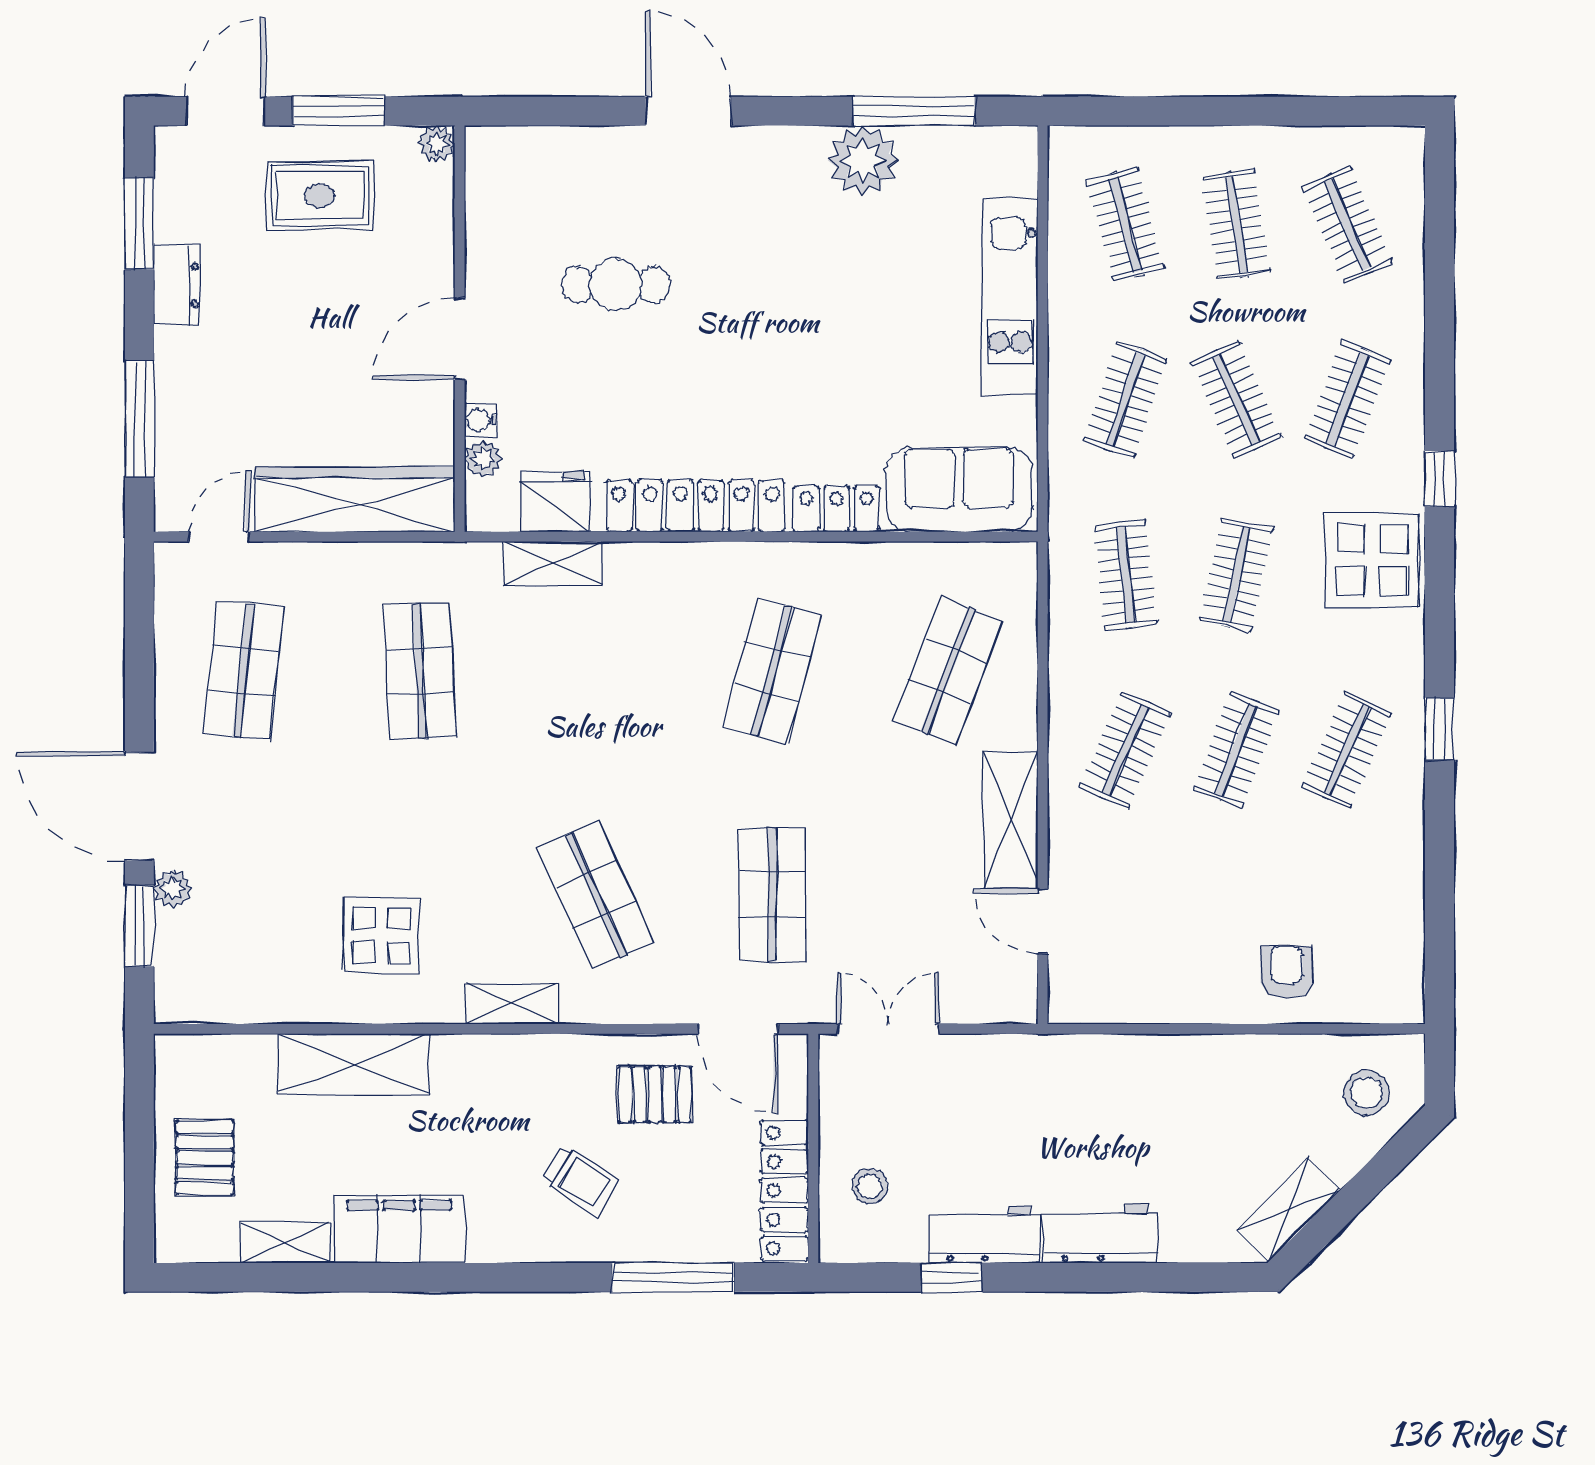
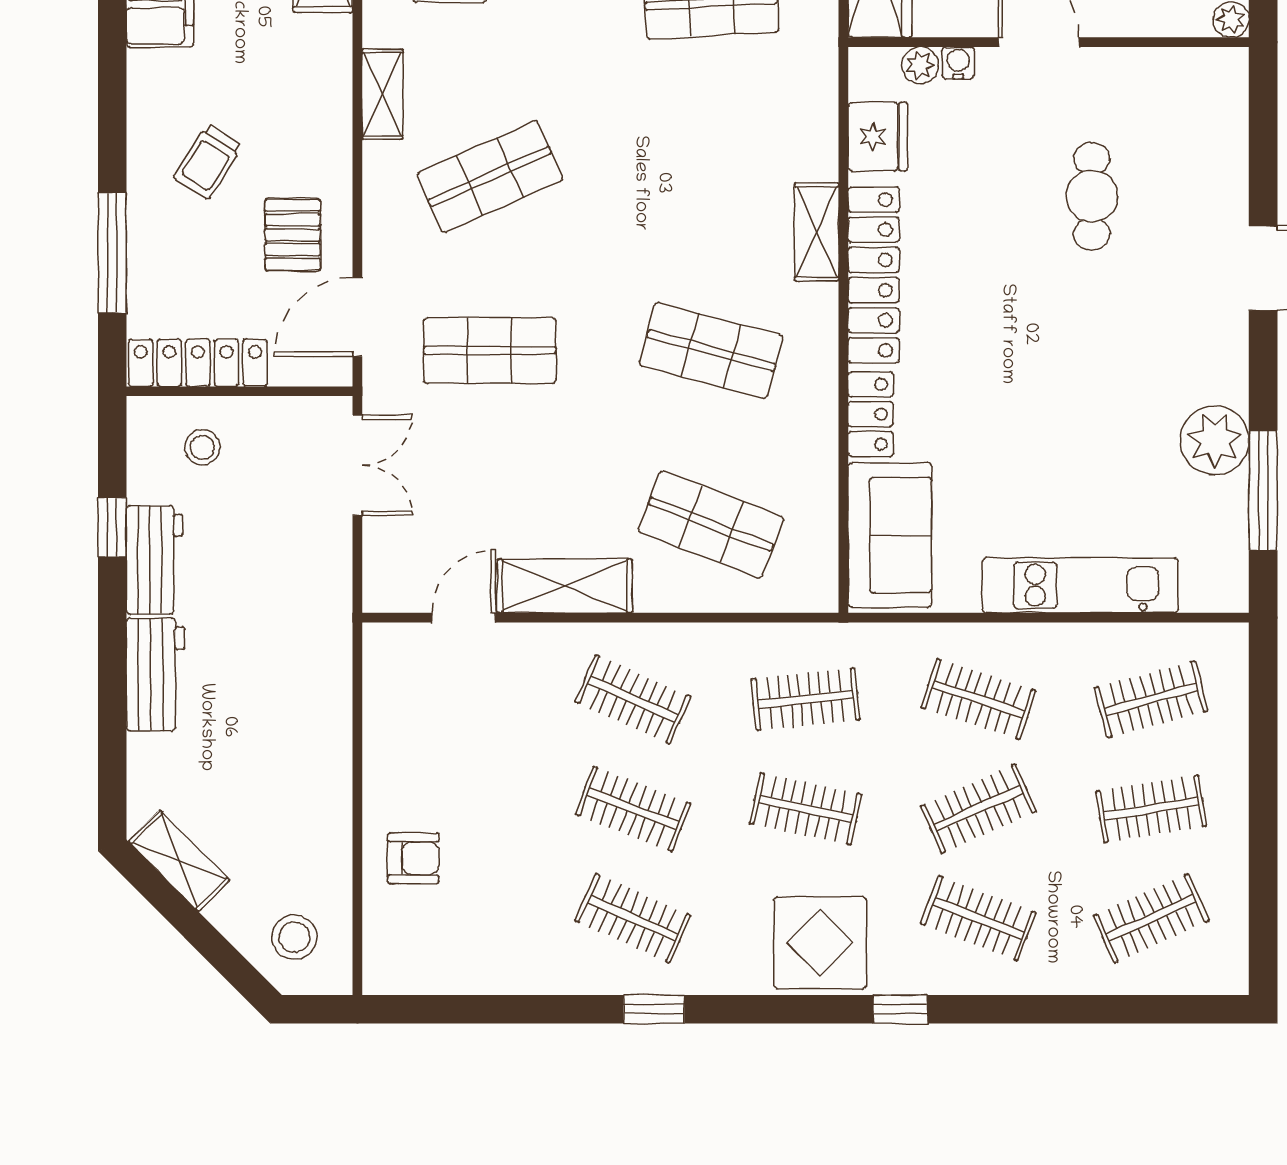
shelving: (553, 564) -> (817, 232), moved

